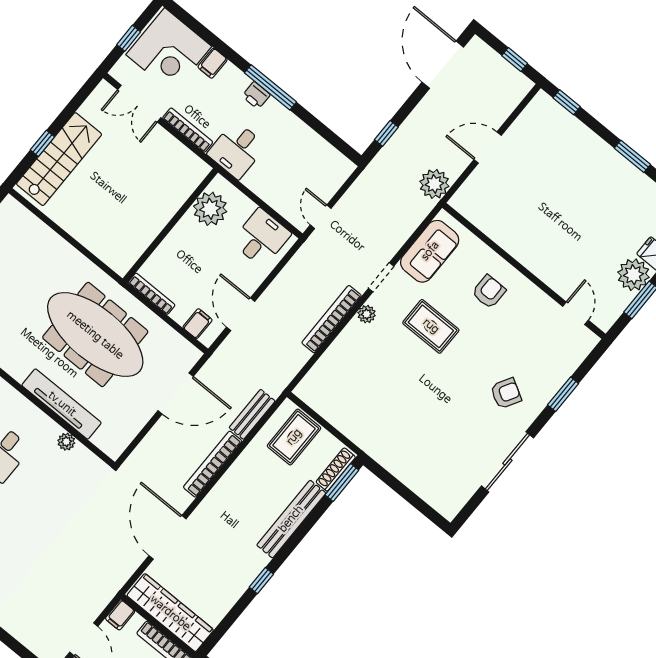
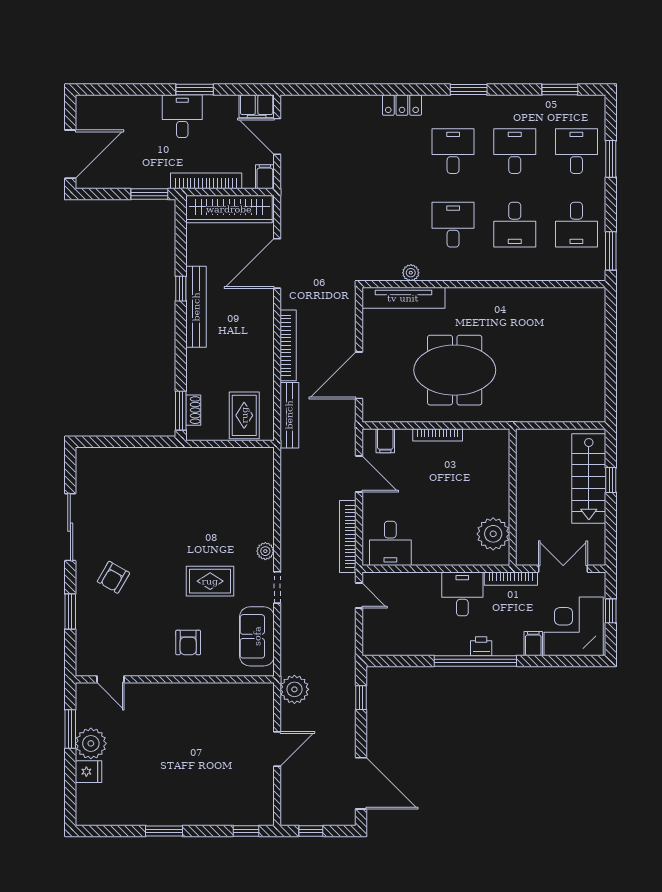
window: (270, 87) -> (475, 661), width x1.46
plant: (210, 209) -> (493, 534), moved
wall: (170, 225) -> (513, 497), moved
bookcase: (332, 319) -> (348, 536), moved, turned 180
meeting table: (95, 335) -> (455, 370), width x0.73
tv unit: (62, 404) -> (403, 298), moved
bench: (252, 414) -> (289, 415), width x1.36
shoe rack: (336, 470) -> (193, 410), width x0.70
bench: (291, 519) -> (196, 307), moved
door: (168, 537) -> (277, 263), swing flipped

